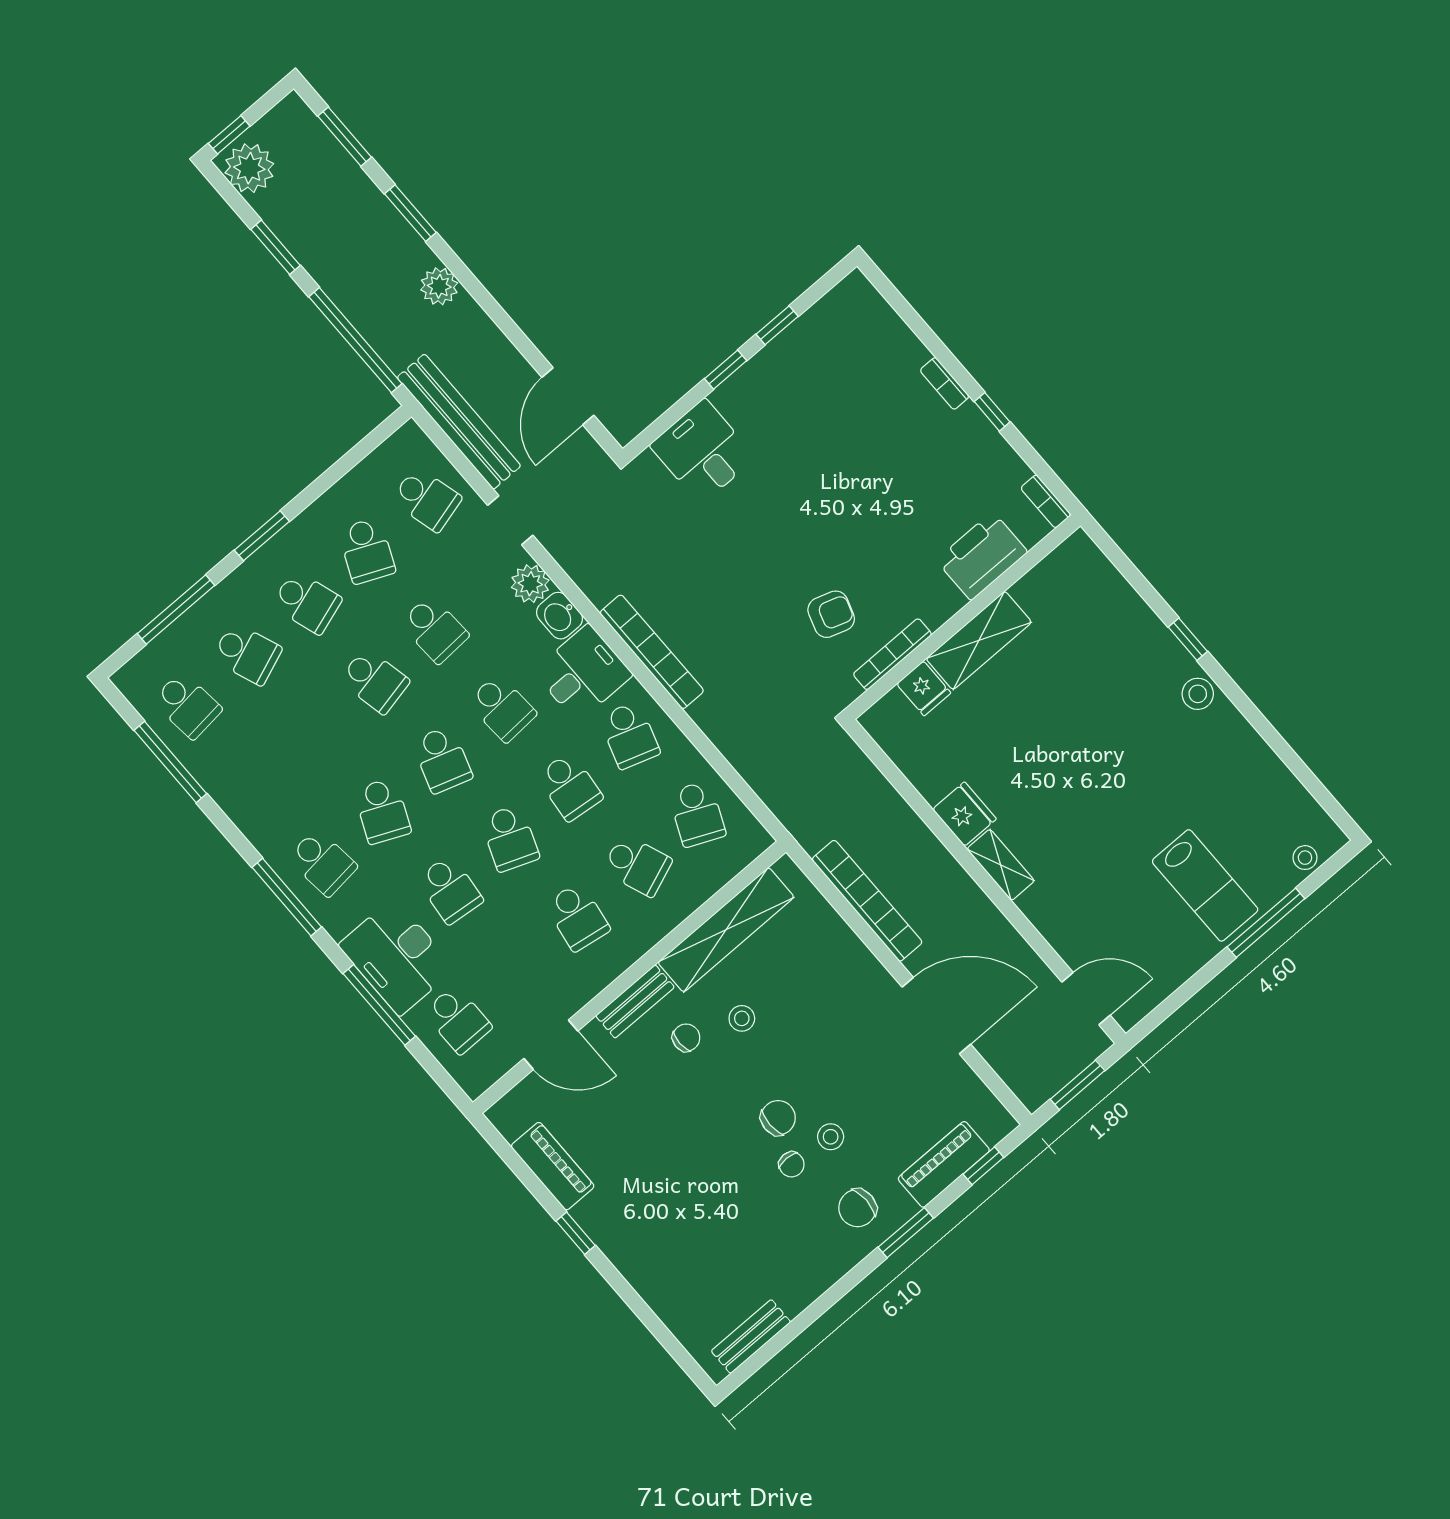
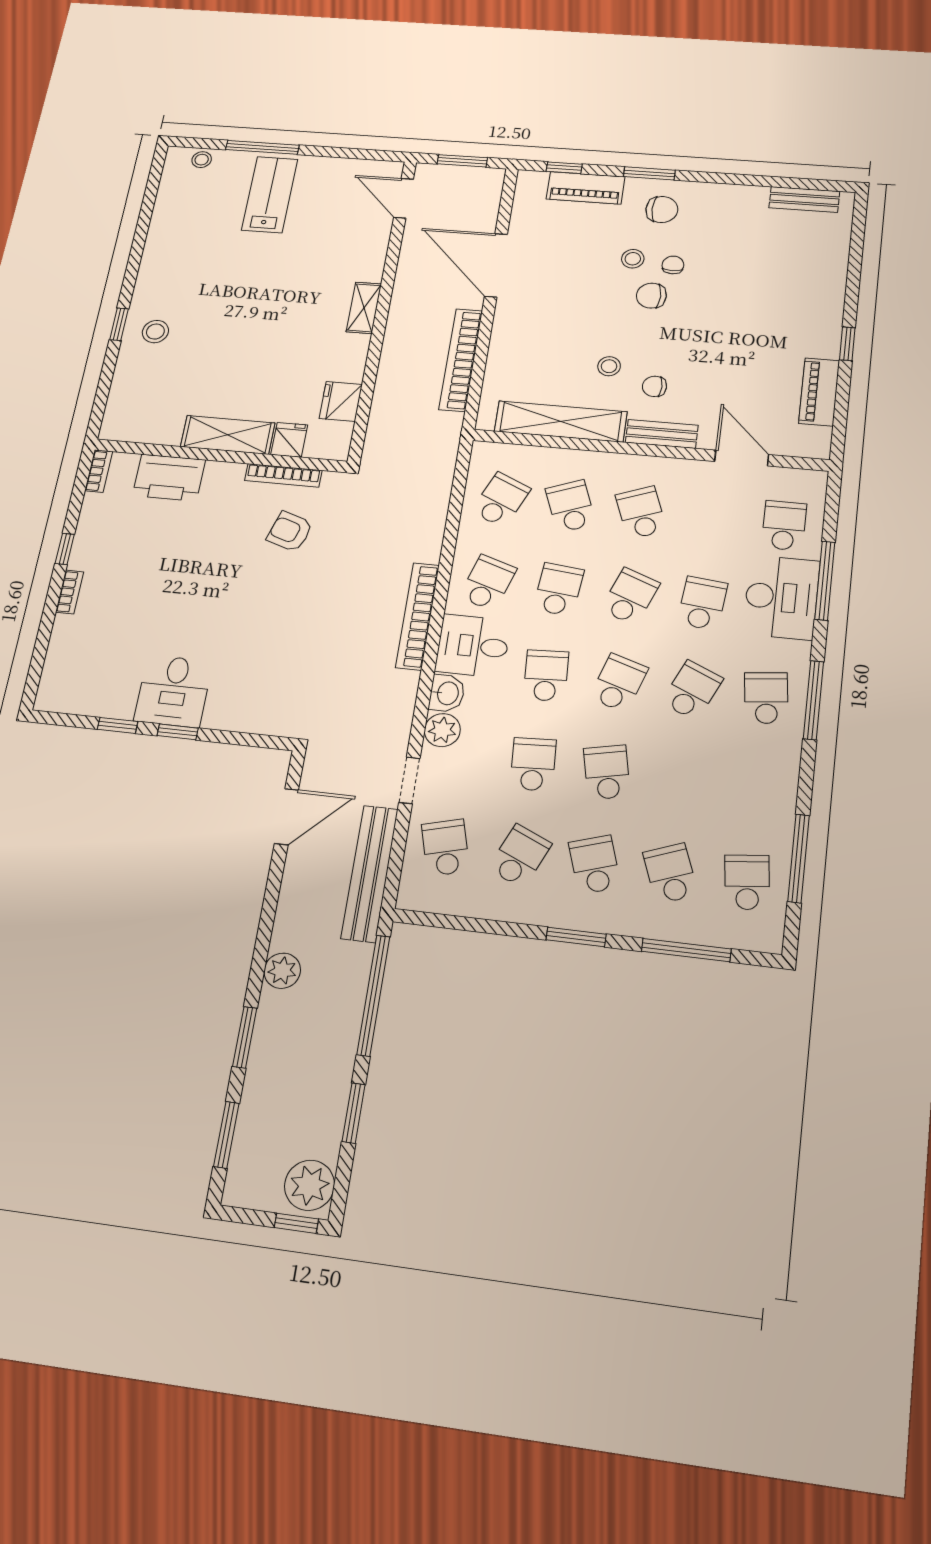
desk: (703, 451) -> (173, 691), moved
stool: (1198, 694) -> (155, 332), moved
fridge: (965, 814) -> (341, 401), moved
school desk: (577, 917) -> (641, 513), turned -30

